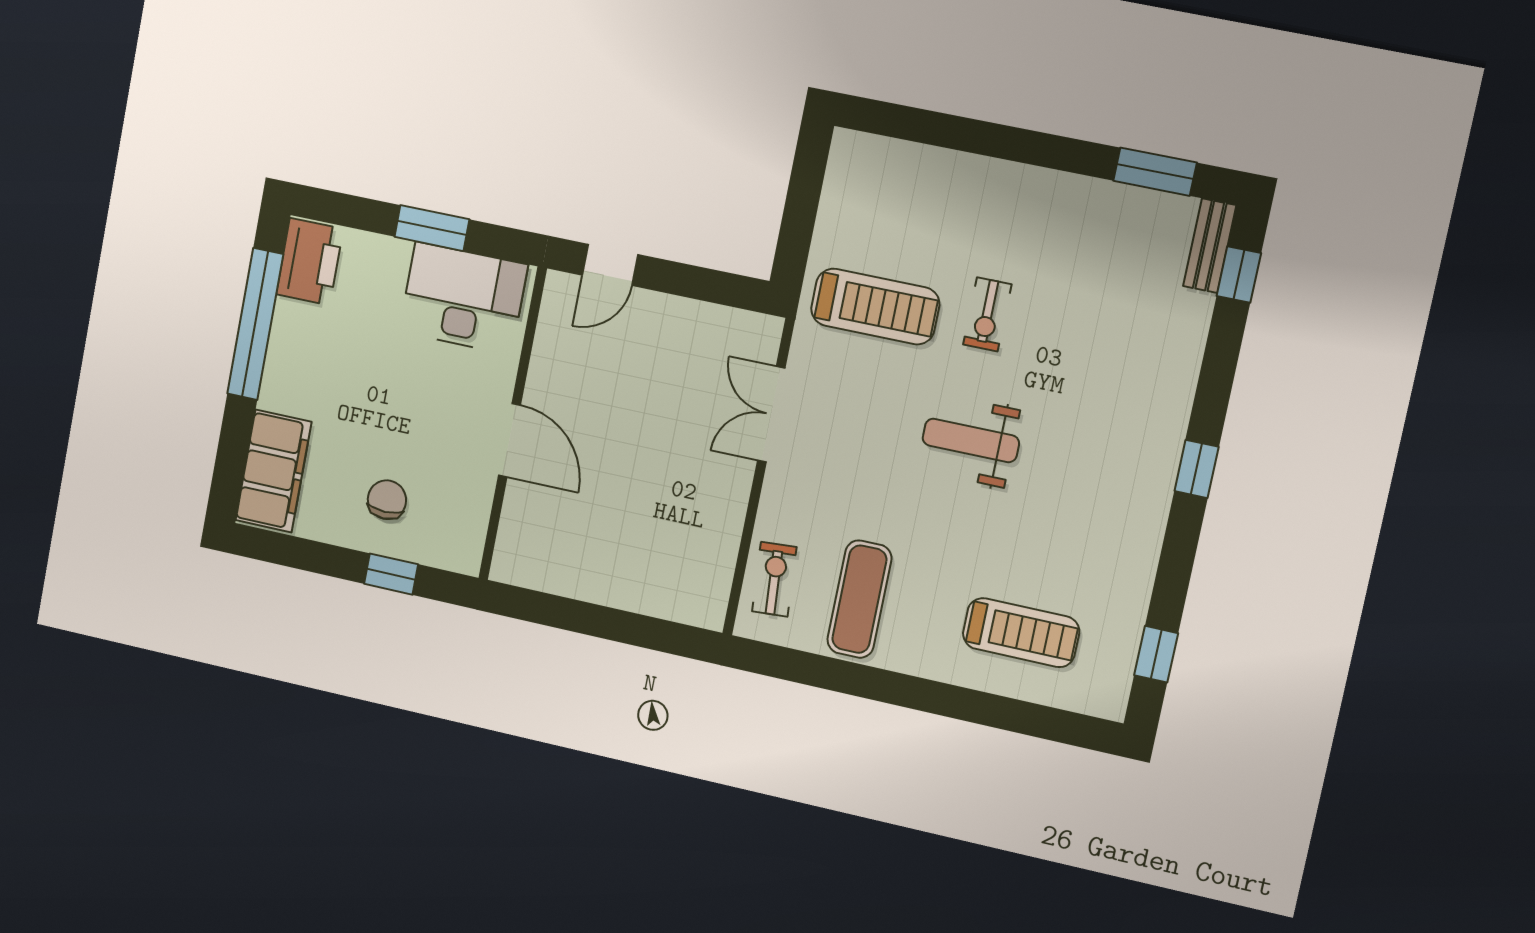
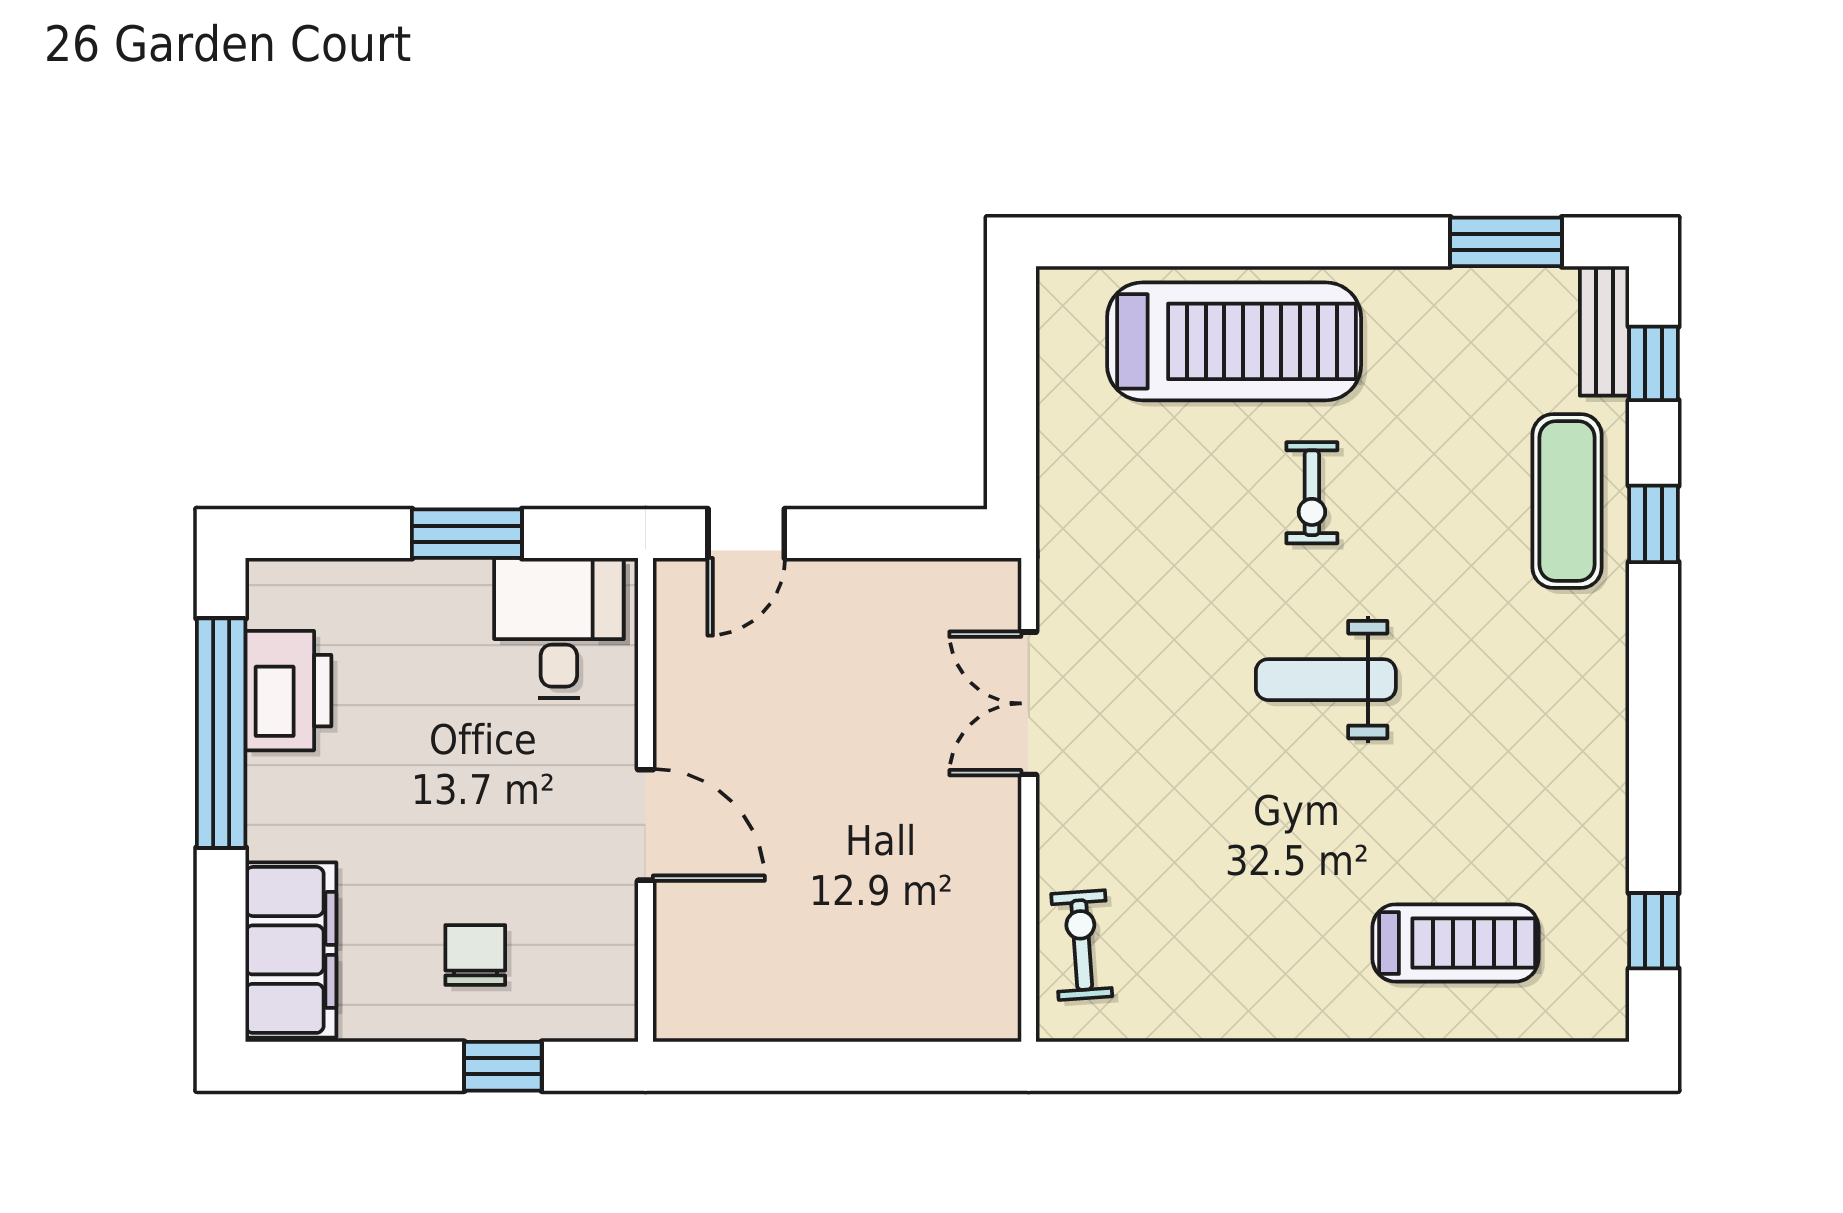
printer: (310, 262) -> (288, 691), moved
desk: (463, 298) -> (559, 628), width x0.73
treadmill: (875, 307) -> (1234, 341), moved, width x1.37, depth x1.38
window: (1196, 469) -> (1654, 524), moved
exercise mat: (859, 599) -> (1567, 501), moved

